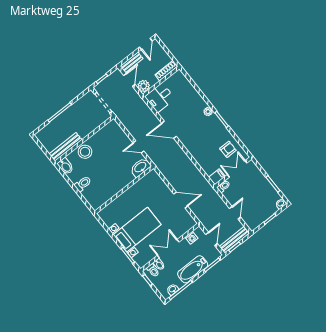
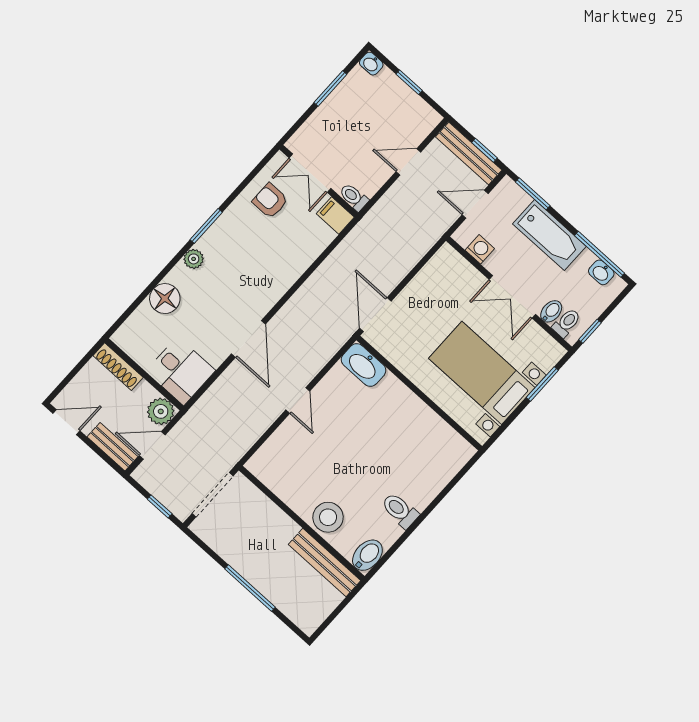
floor lamp: (193, 96) -> (165, 299), added
washbasin: (140, 167) -> (364, 365), moved
wall: (124, 190) -> (419, 393), moved
door: (181, 200) -> (375, 315), moved

